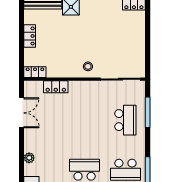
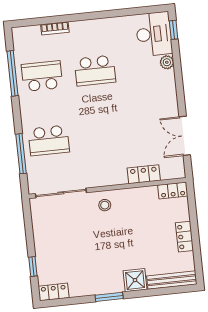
window: (148, 25) -> (33, 267), added
school desk: (125, 120) -> (49, 140), turned -90
plant: (29, 158) -> (167, 62), moved

